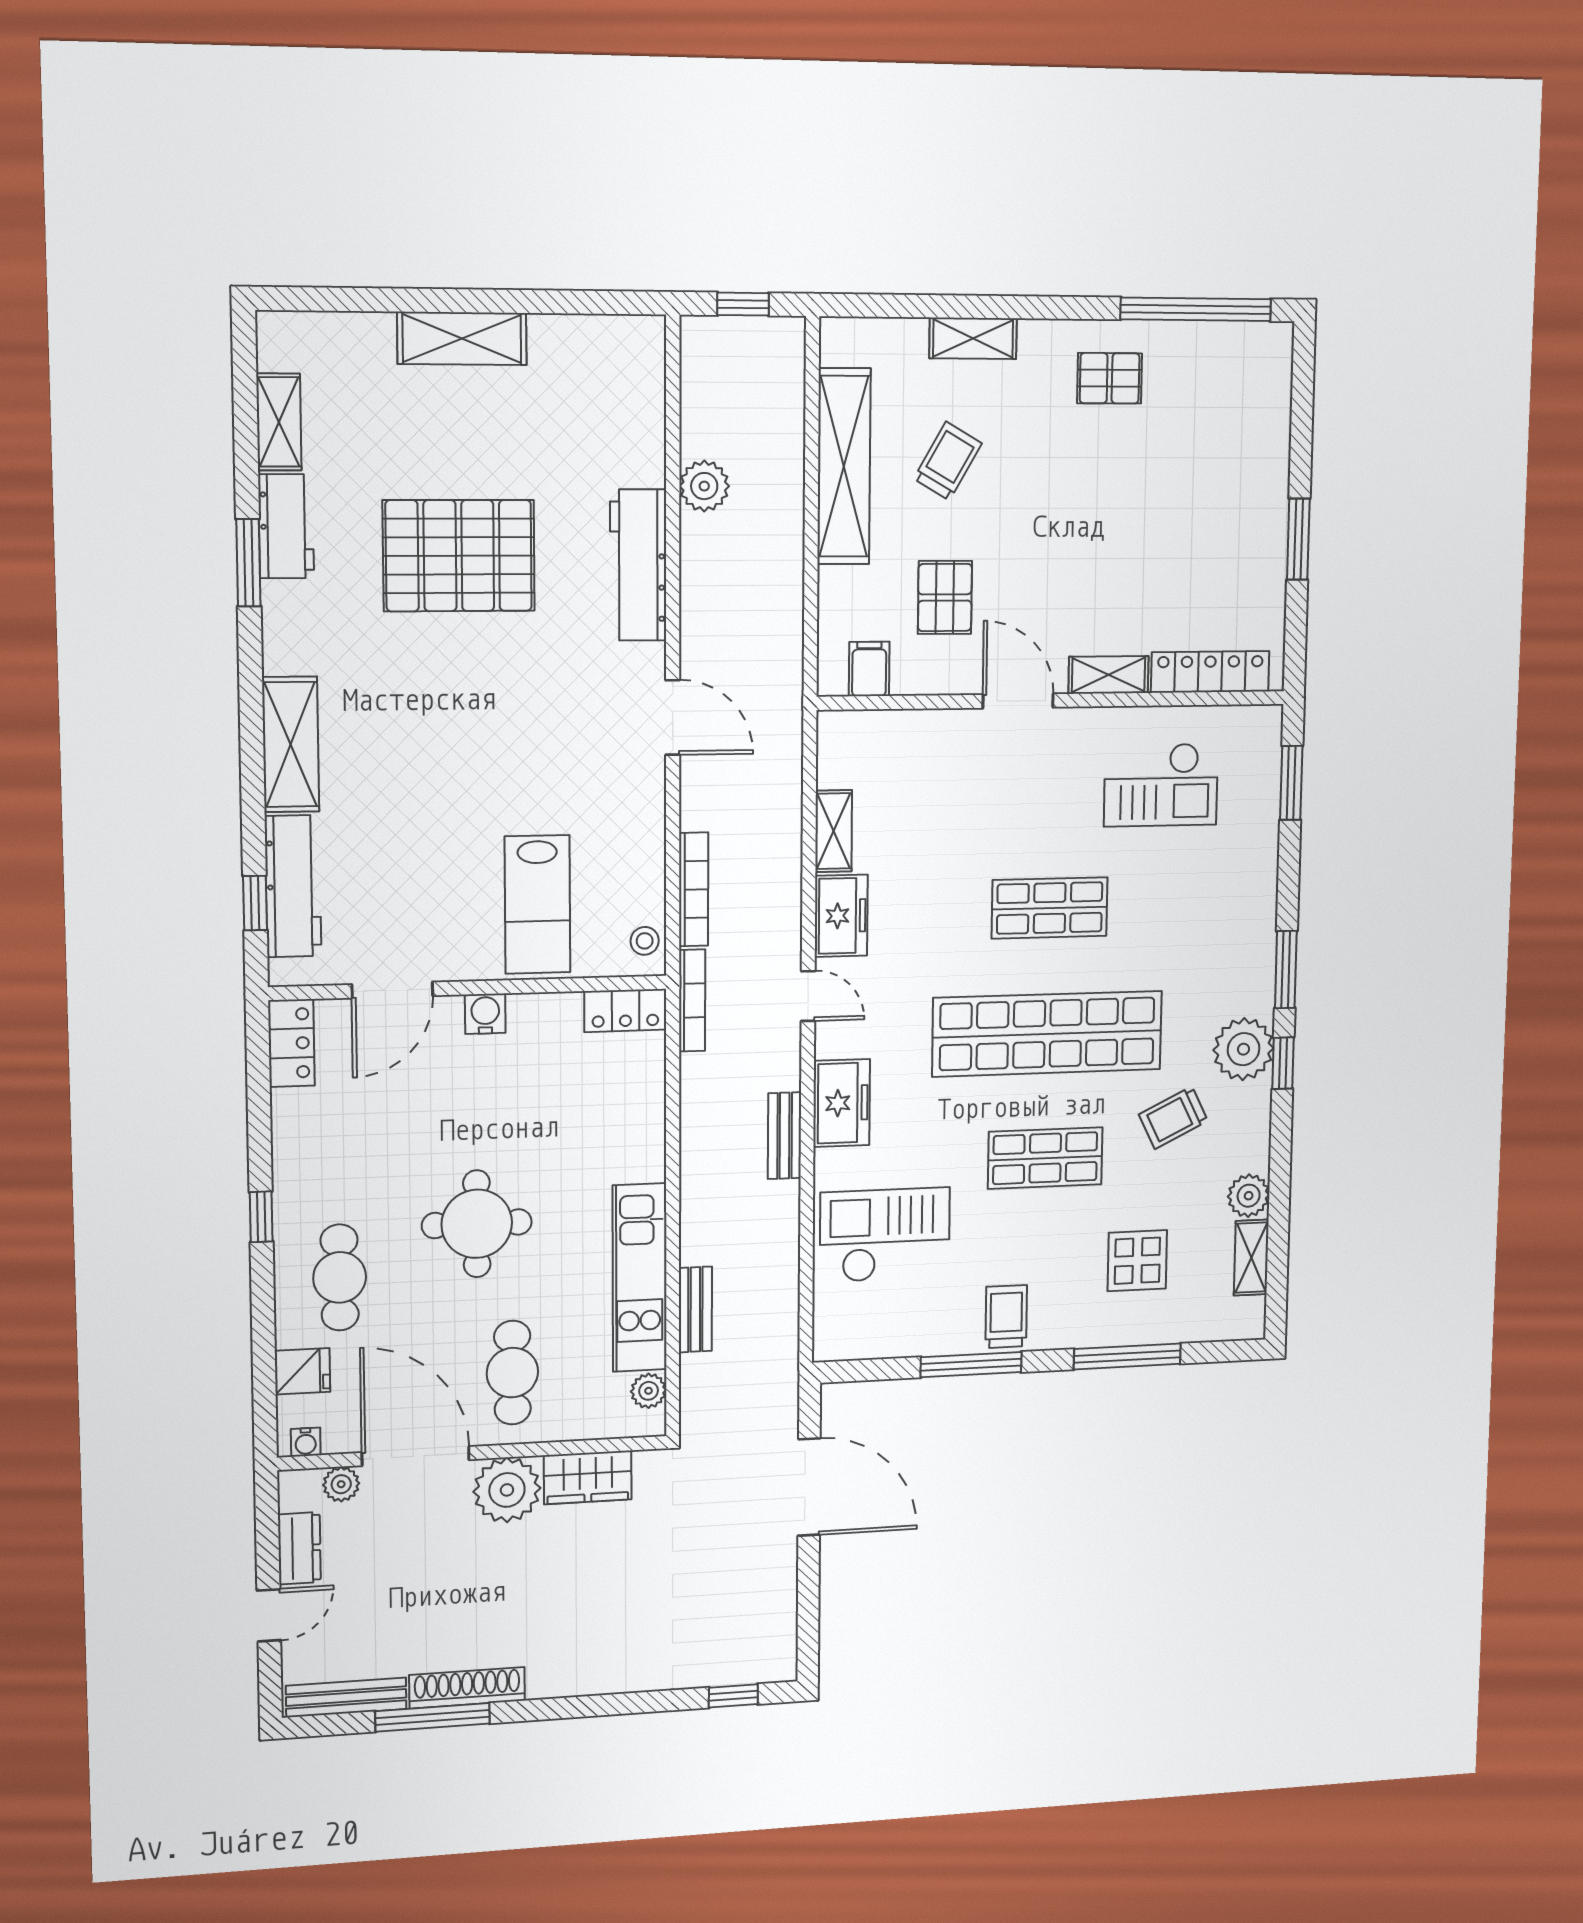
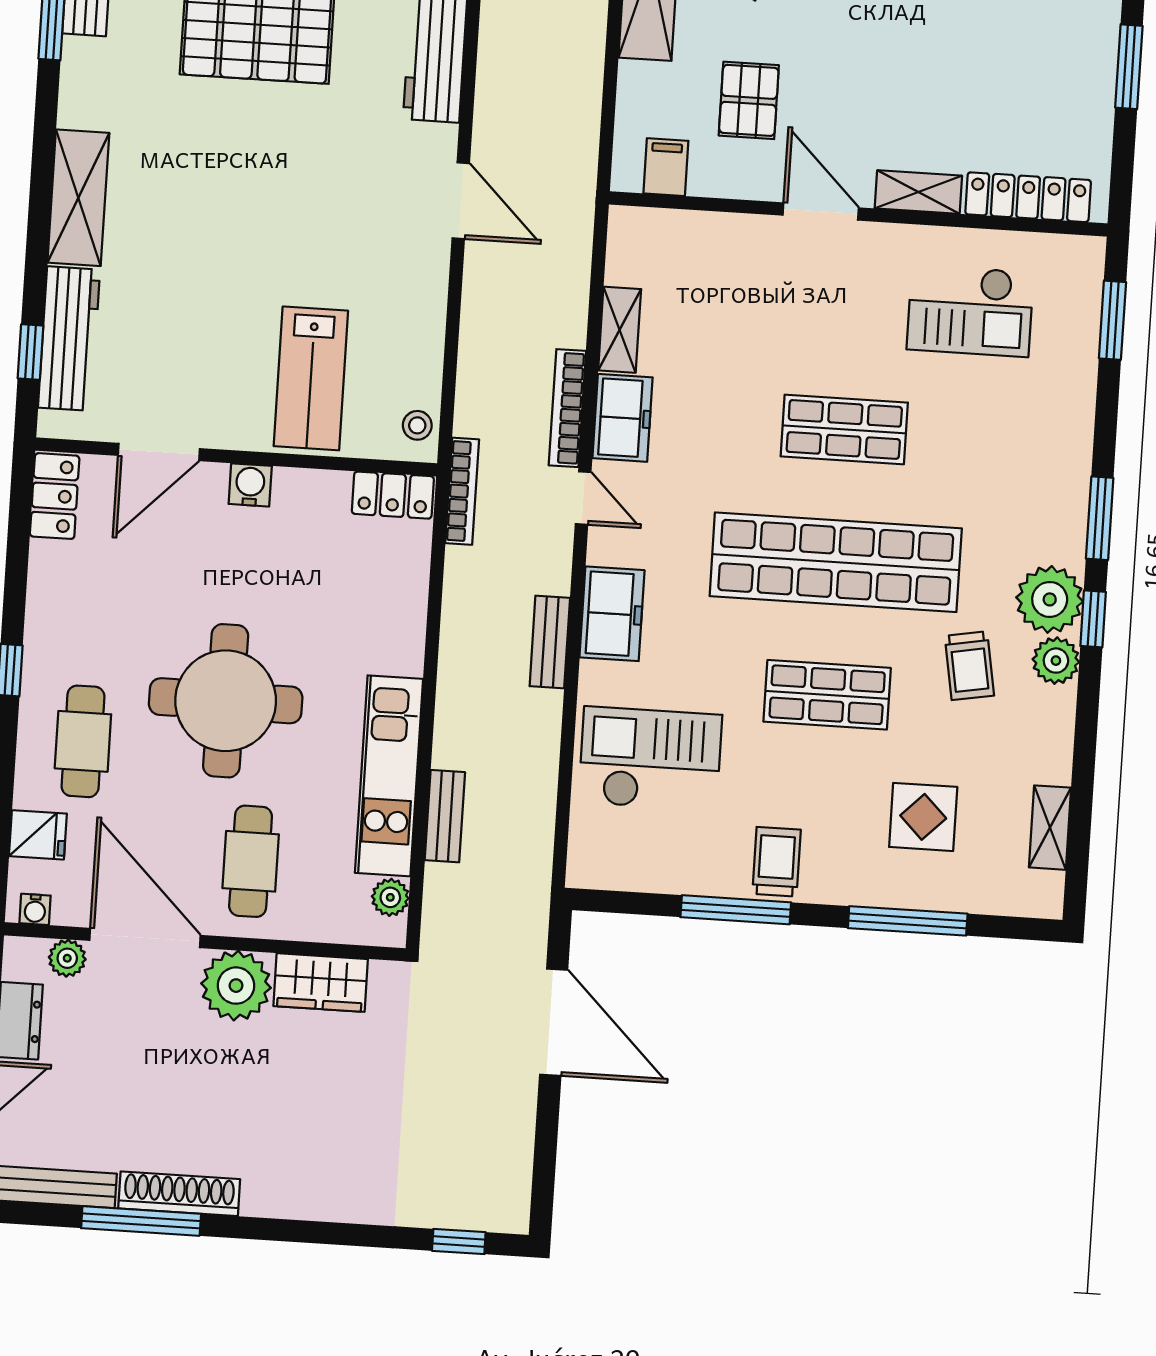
bookcase: (694, 889) -> (567, 408), moved, turned 180
trolley: (1173, 1118) -> (969, 666), turned -74
plant: (1249, 1196) -> (1056, 661), moved
round table: (477, 1224) -> (226, 701), width x1.36, depth x1.36

